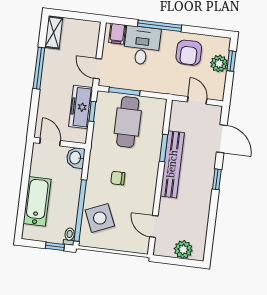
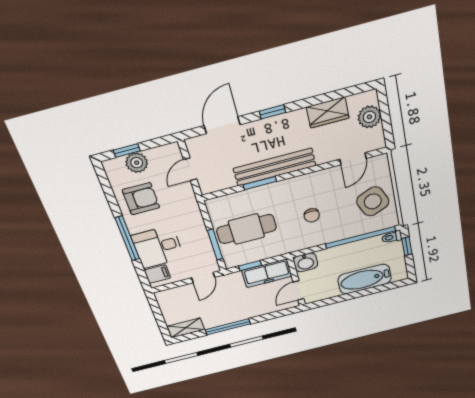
freezer: (81, 107) -> (267, 273), moved
side table: (100, 218) -> (373, 201), moved
wardrobe: (200, 220) -> (328, 112), added

